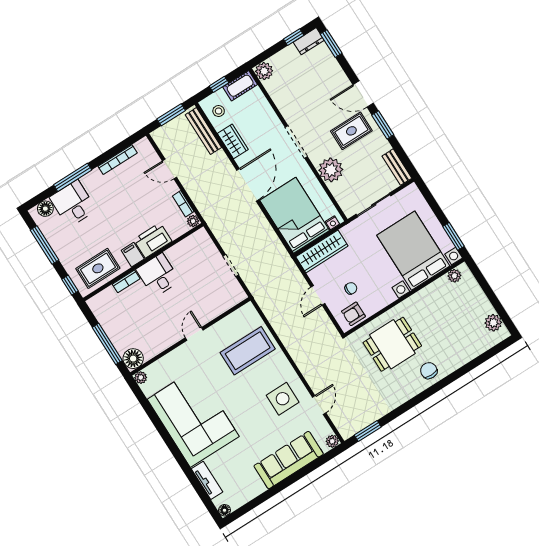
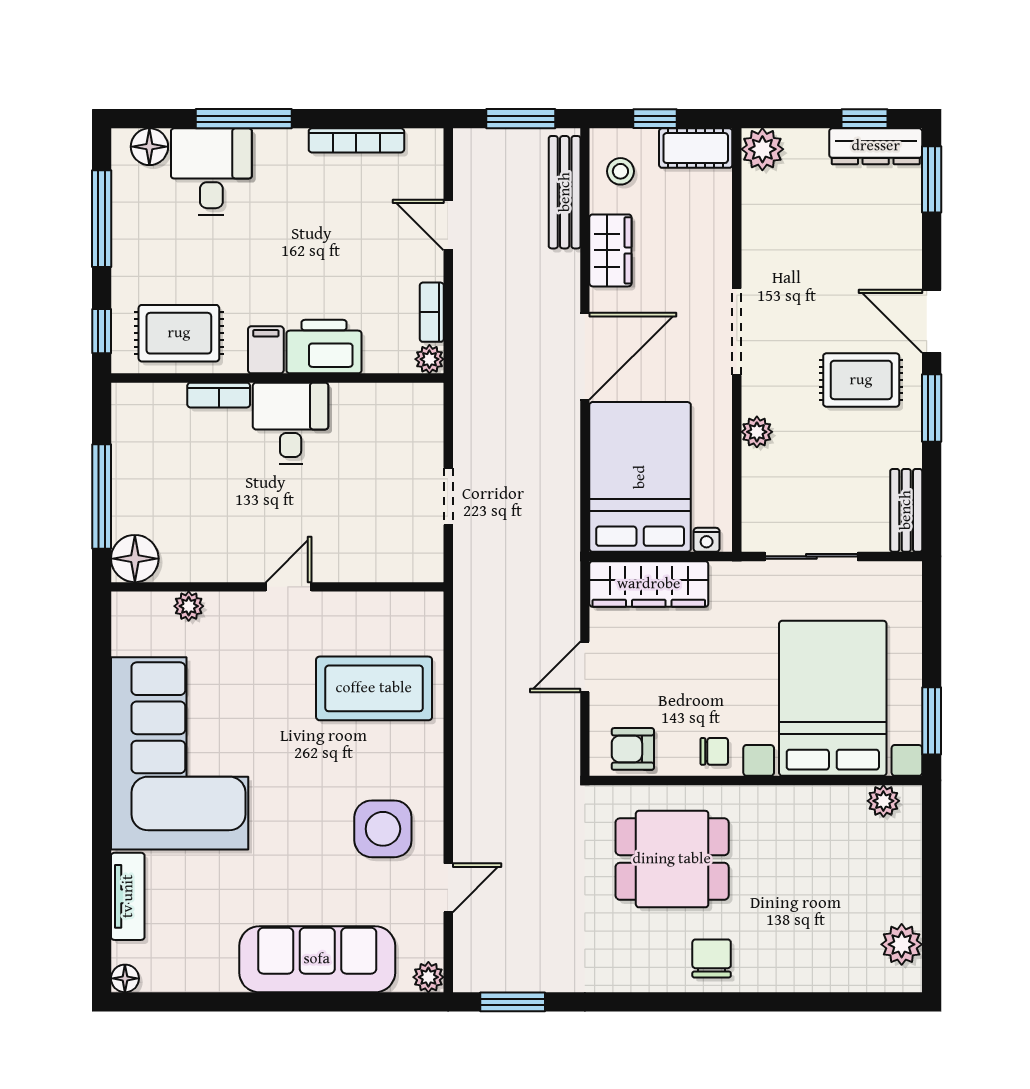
dresser: (309, 41) -> (876, 146), width x1.44
plant: (331, 170) -> (757, 432), width x0.53, depth x0.53
chair: (351, 288) -> (714, 751), moved
plant: (141, 378) -> (189, 606), moved

